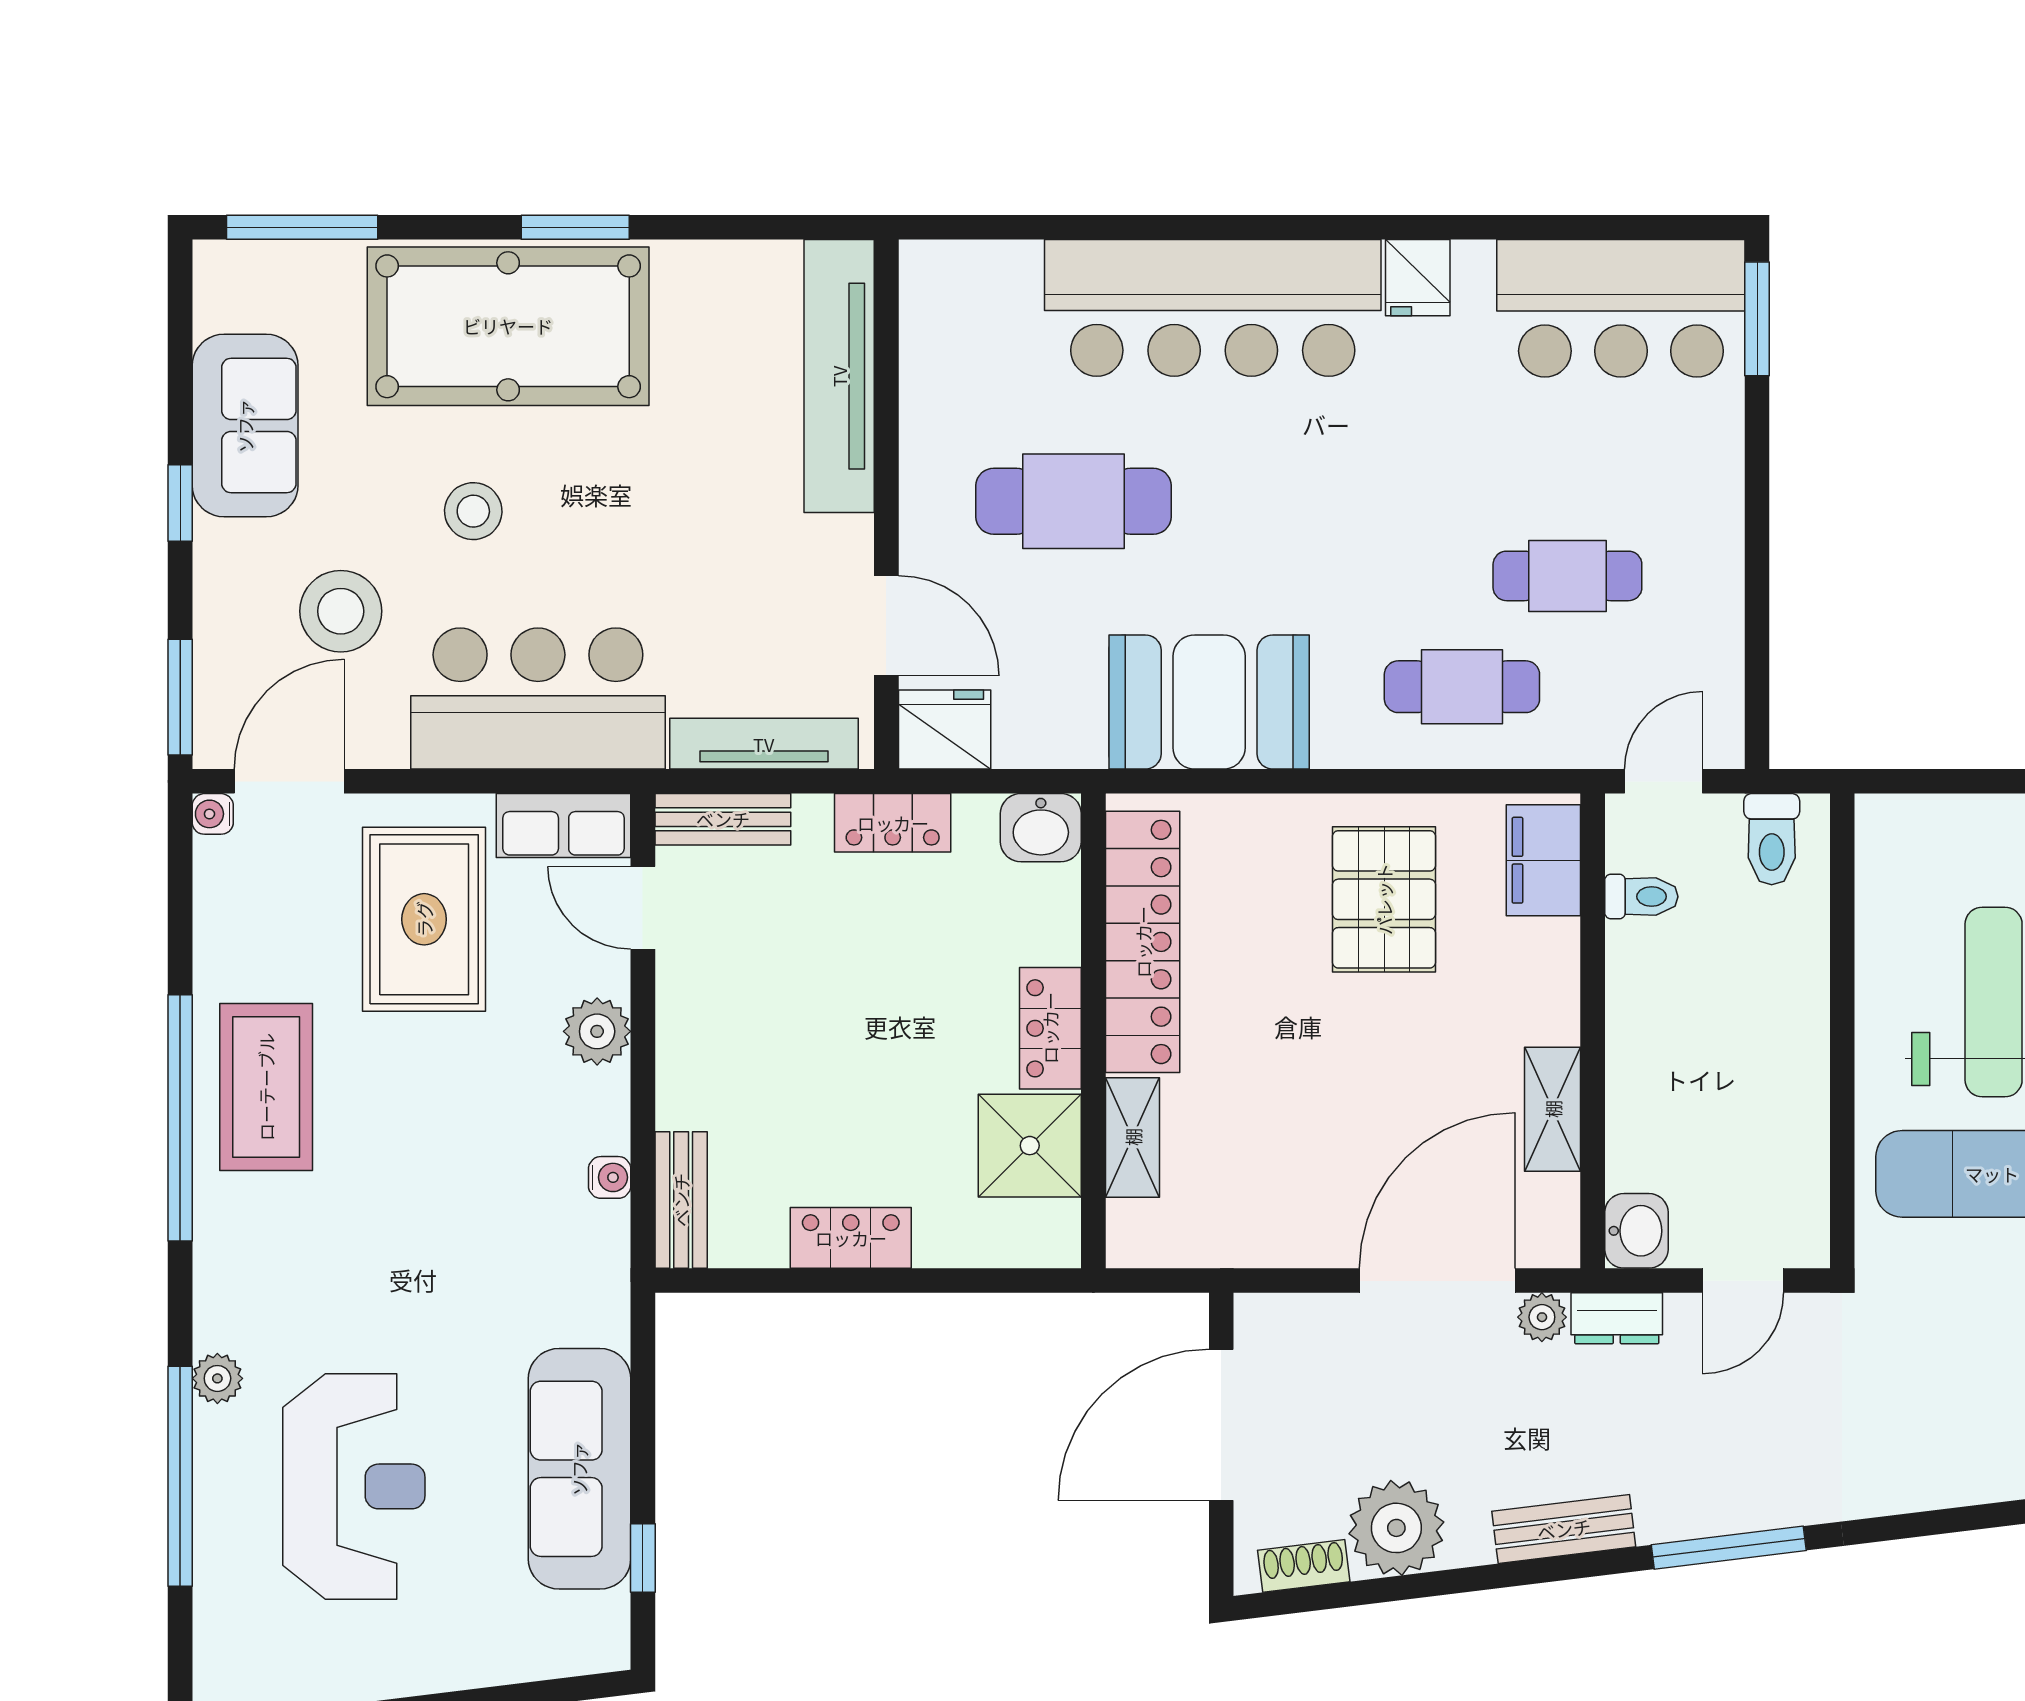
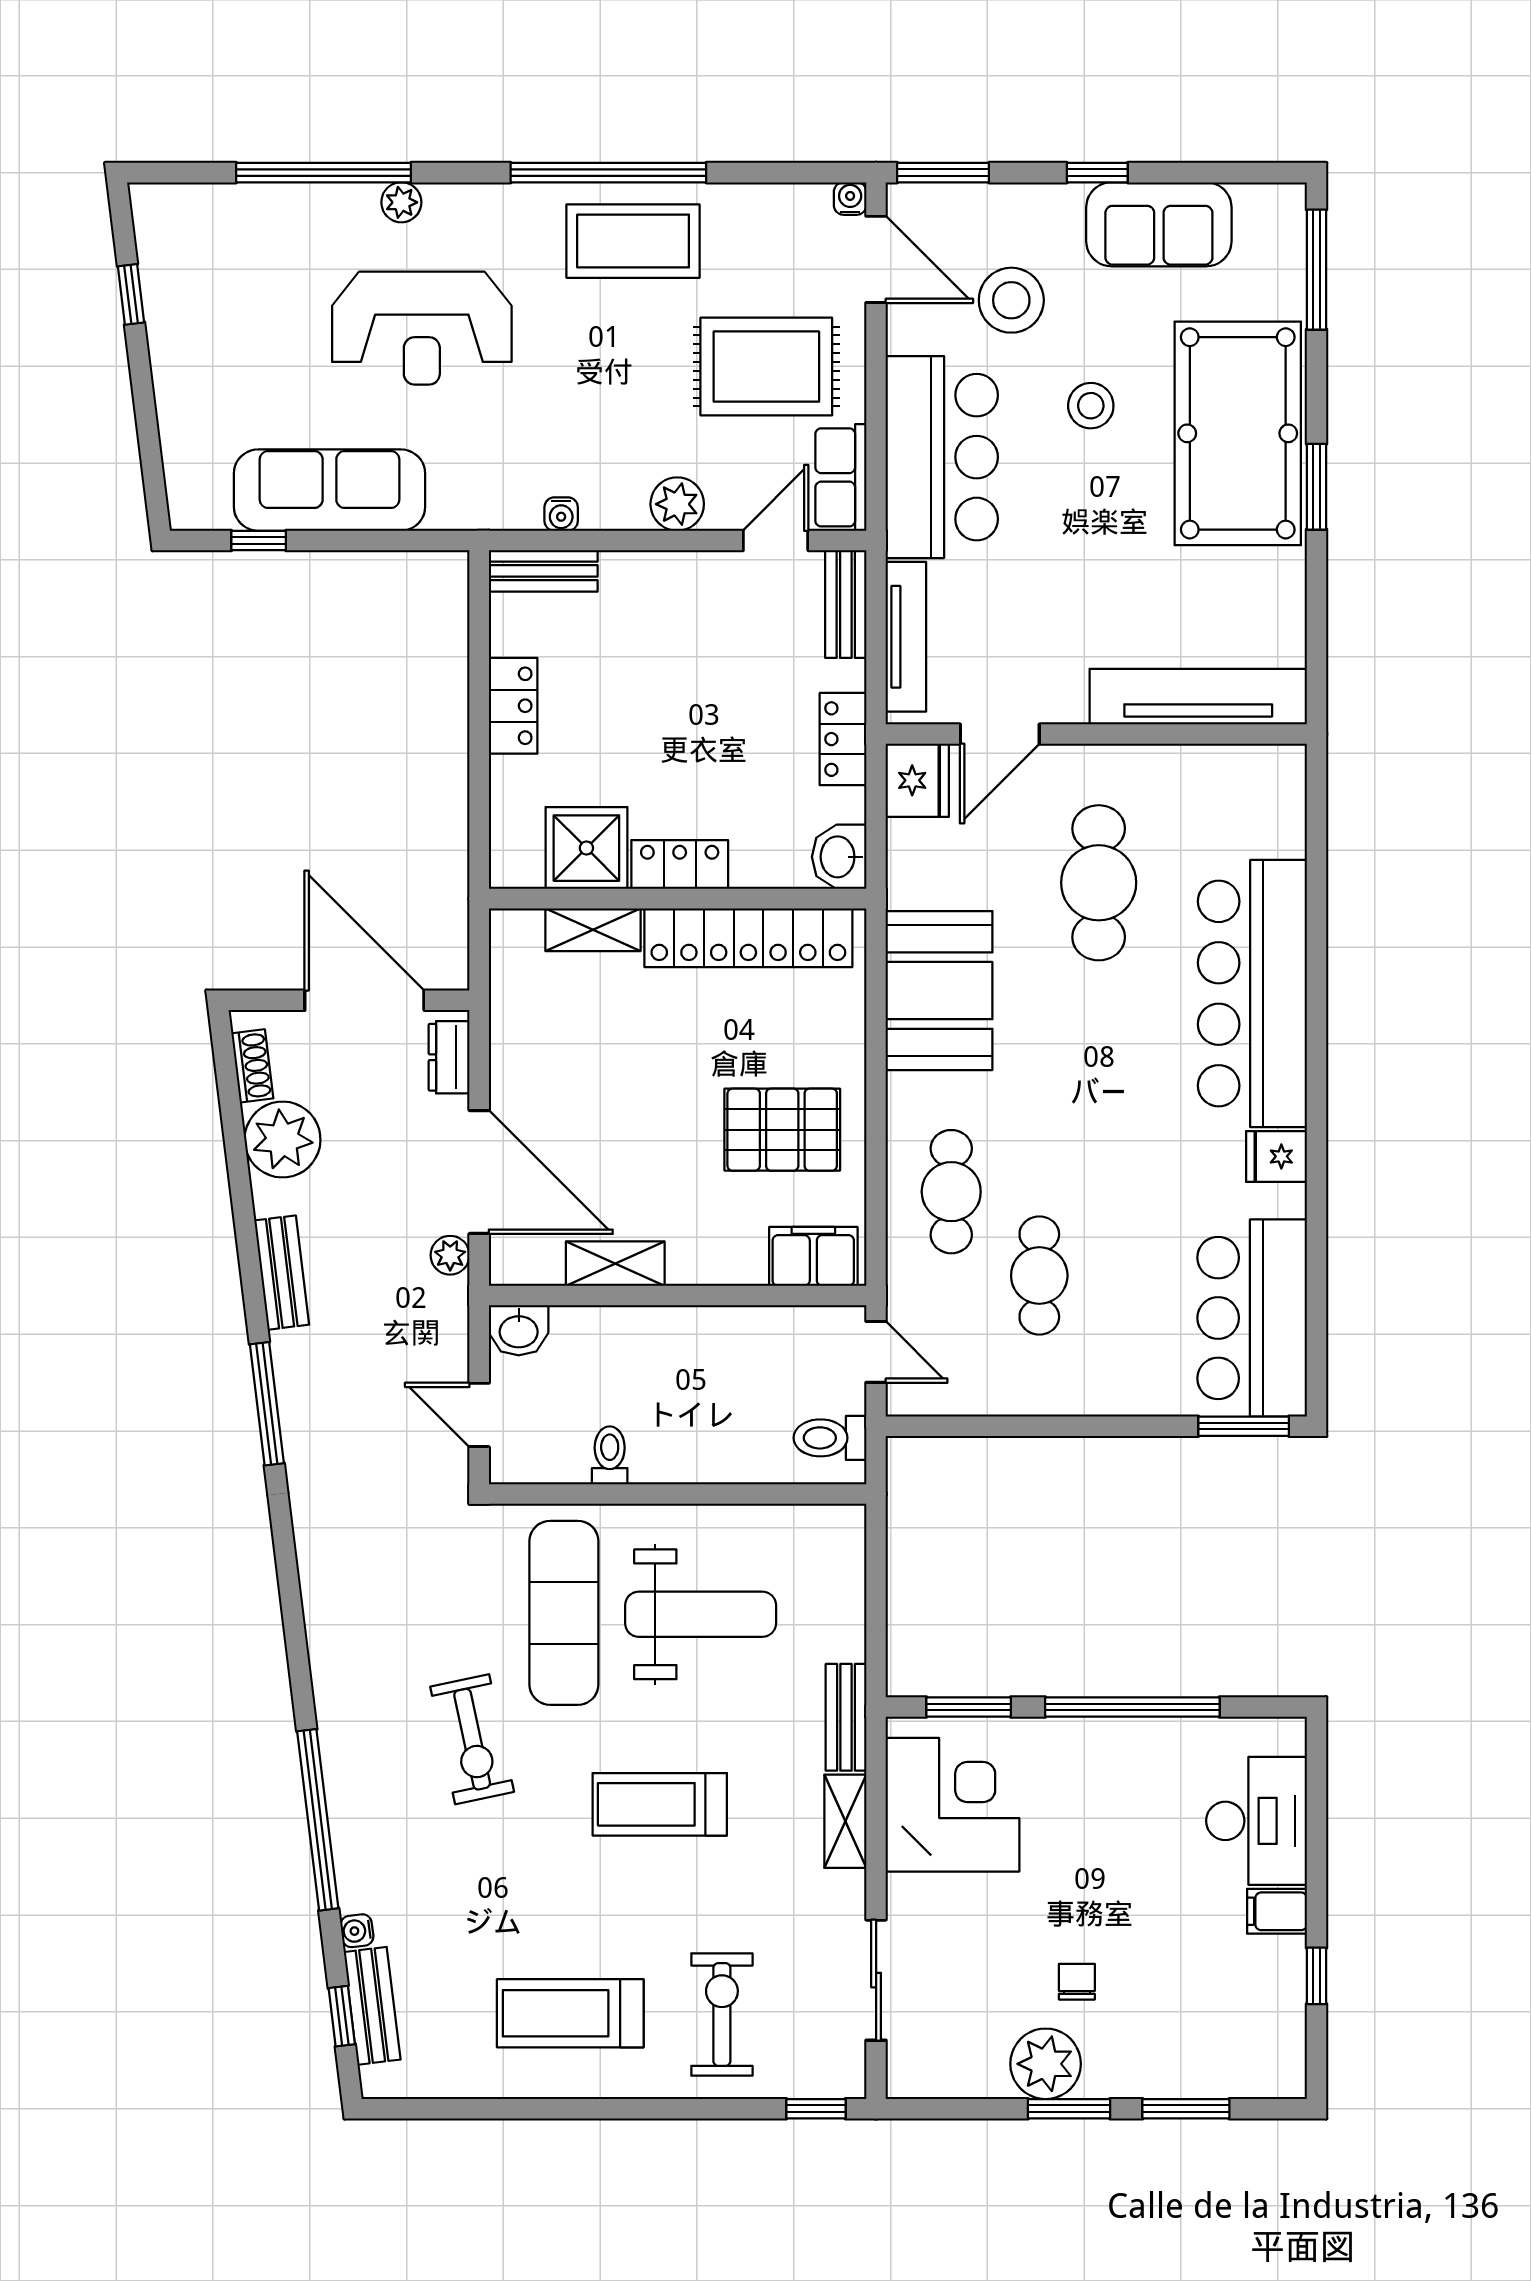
toilet: (1641, 897) -> (610, 1455), moved, turned 180
dresser: (1617, 1318) -> (449, 1057), moved
reception desk: (354, 1486) -> (422, 328), moved

